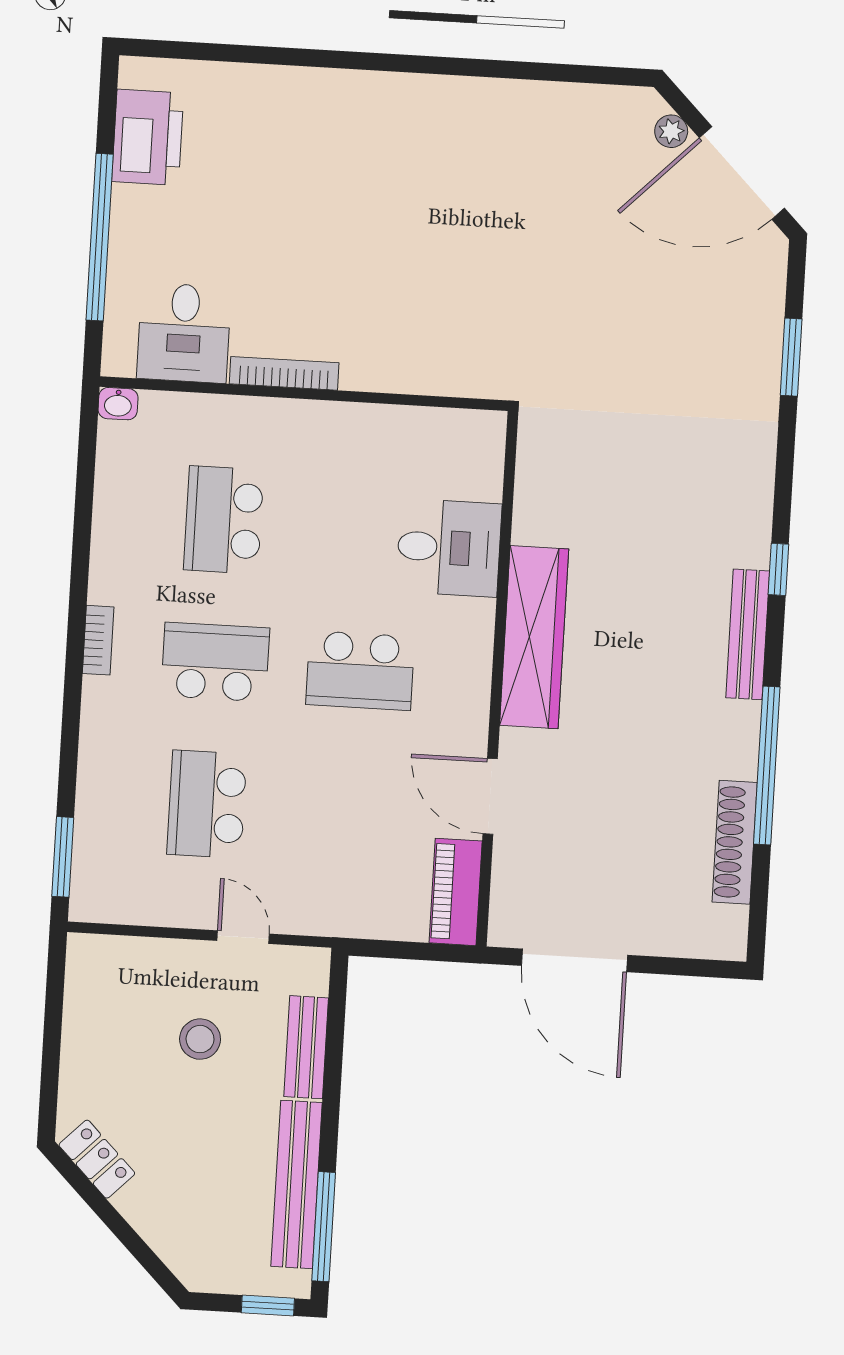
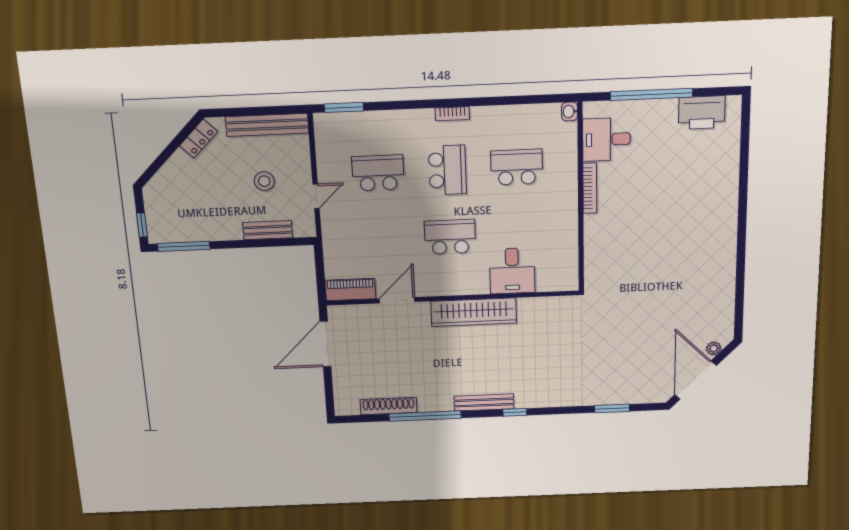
school desk: (360, 671) -> (450, 237), turned 90
bench: (297, 1184) -> (267, 125), moved

